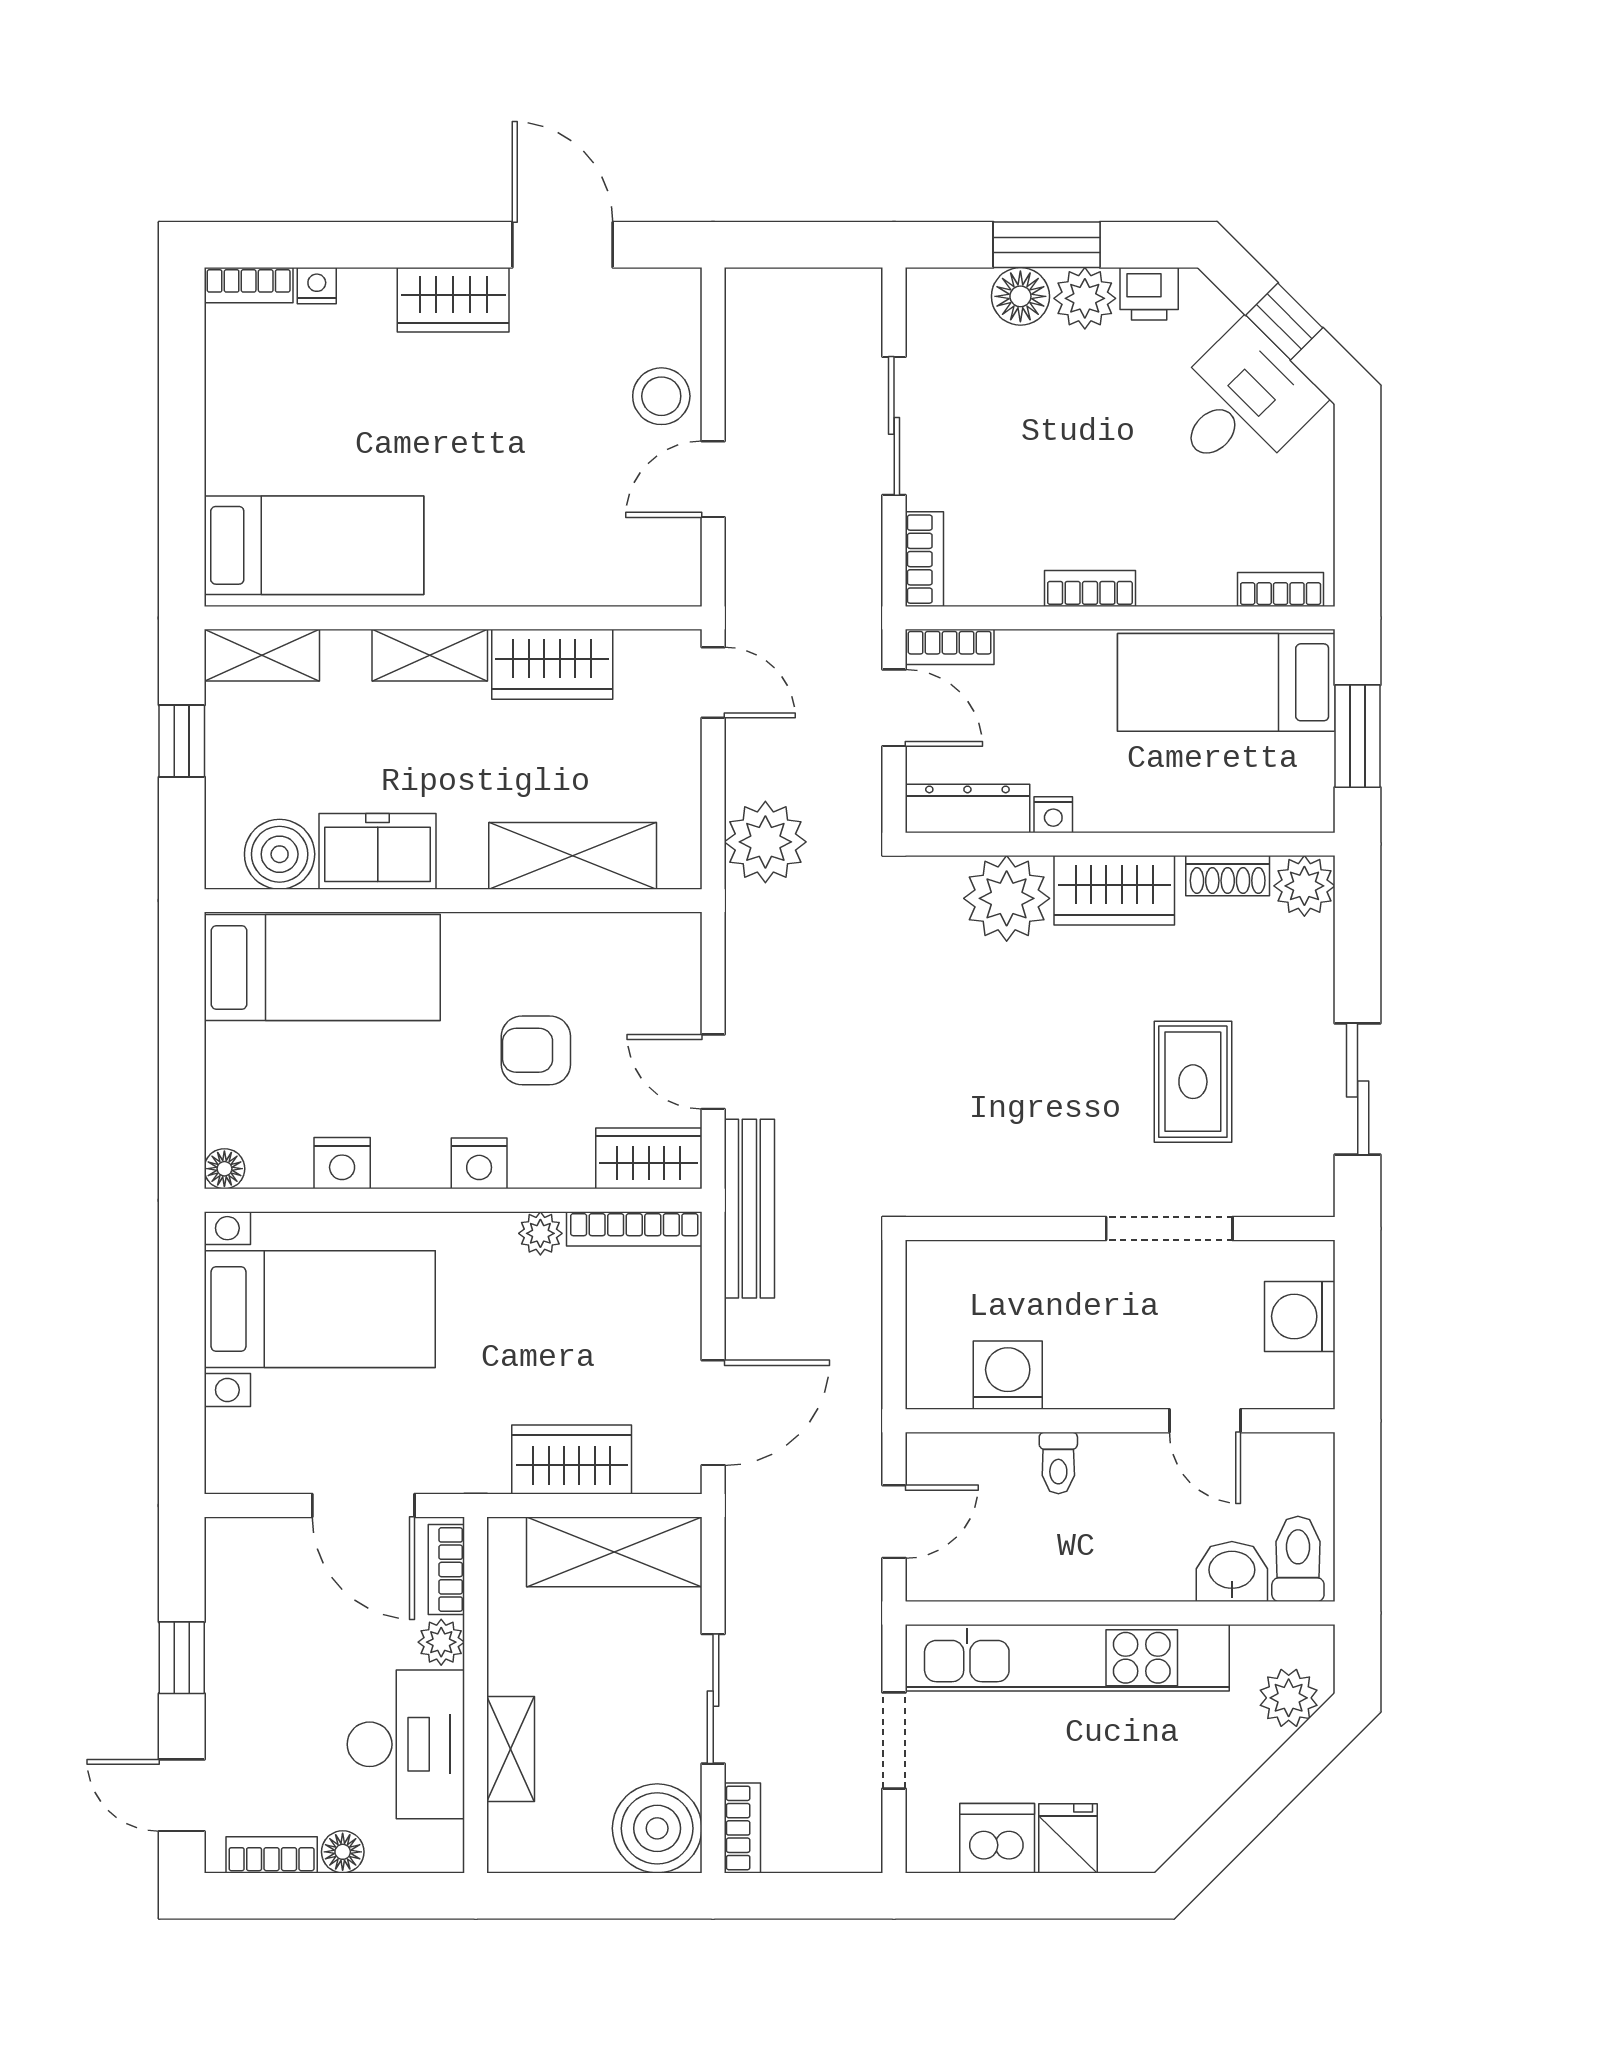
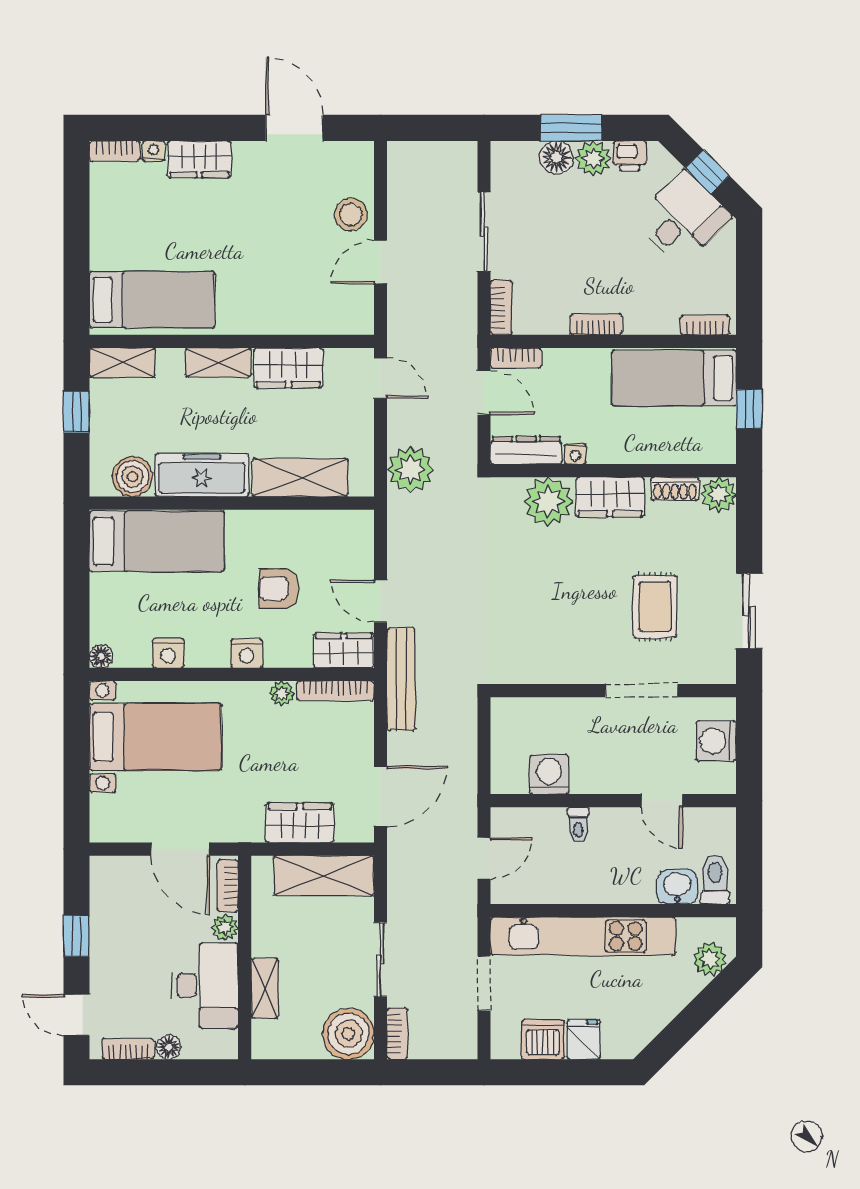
wardrobe: (453, 300) -> (199, 159), moved
window: (1358, 736) -> (749, 409), width x0.67
freezer: (378, 851) -> (202, 475), width x1.40

